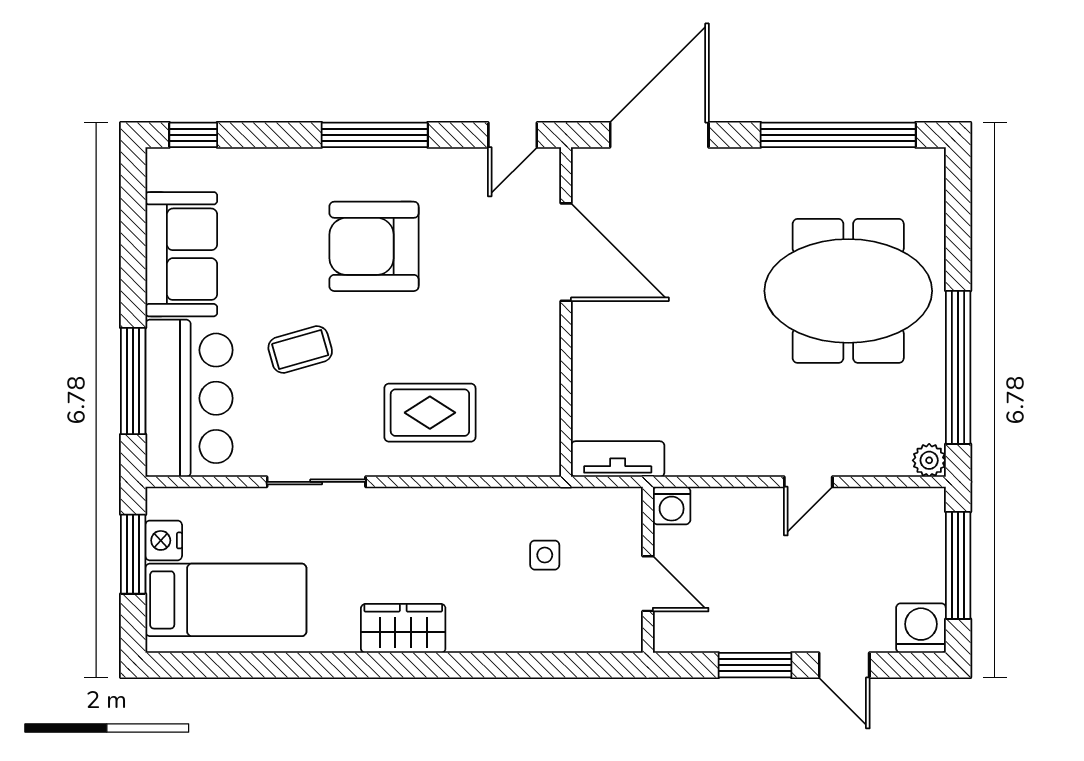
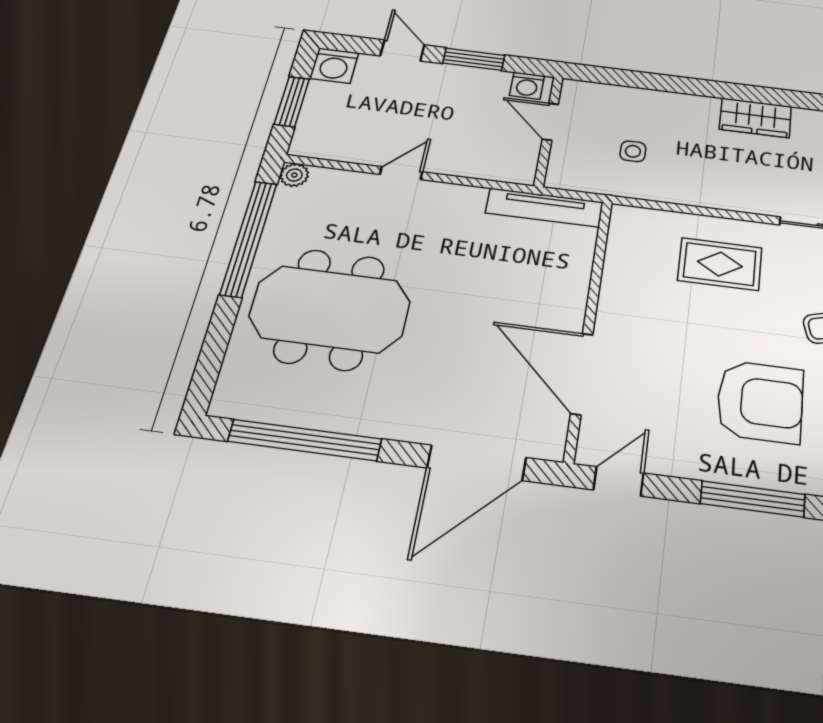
tv unit: (618, 459) -> (544, 208), width x1.41
washing machine: (672, 506) -> (527, 86), moved, turned 180
window: (958, 565) -> (292, 102), width x0.69

